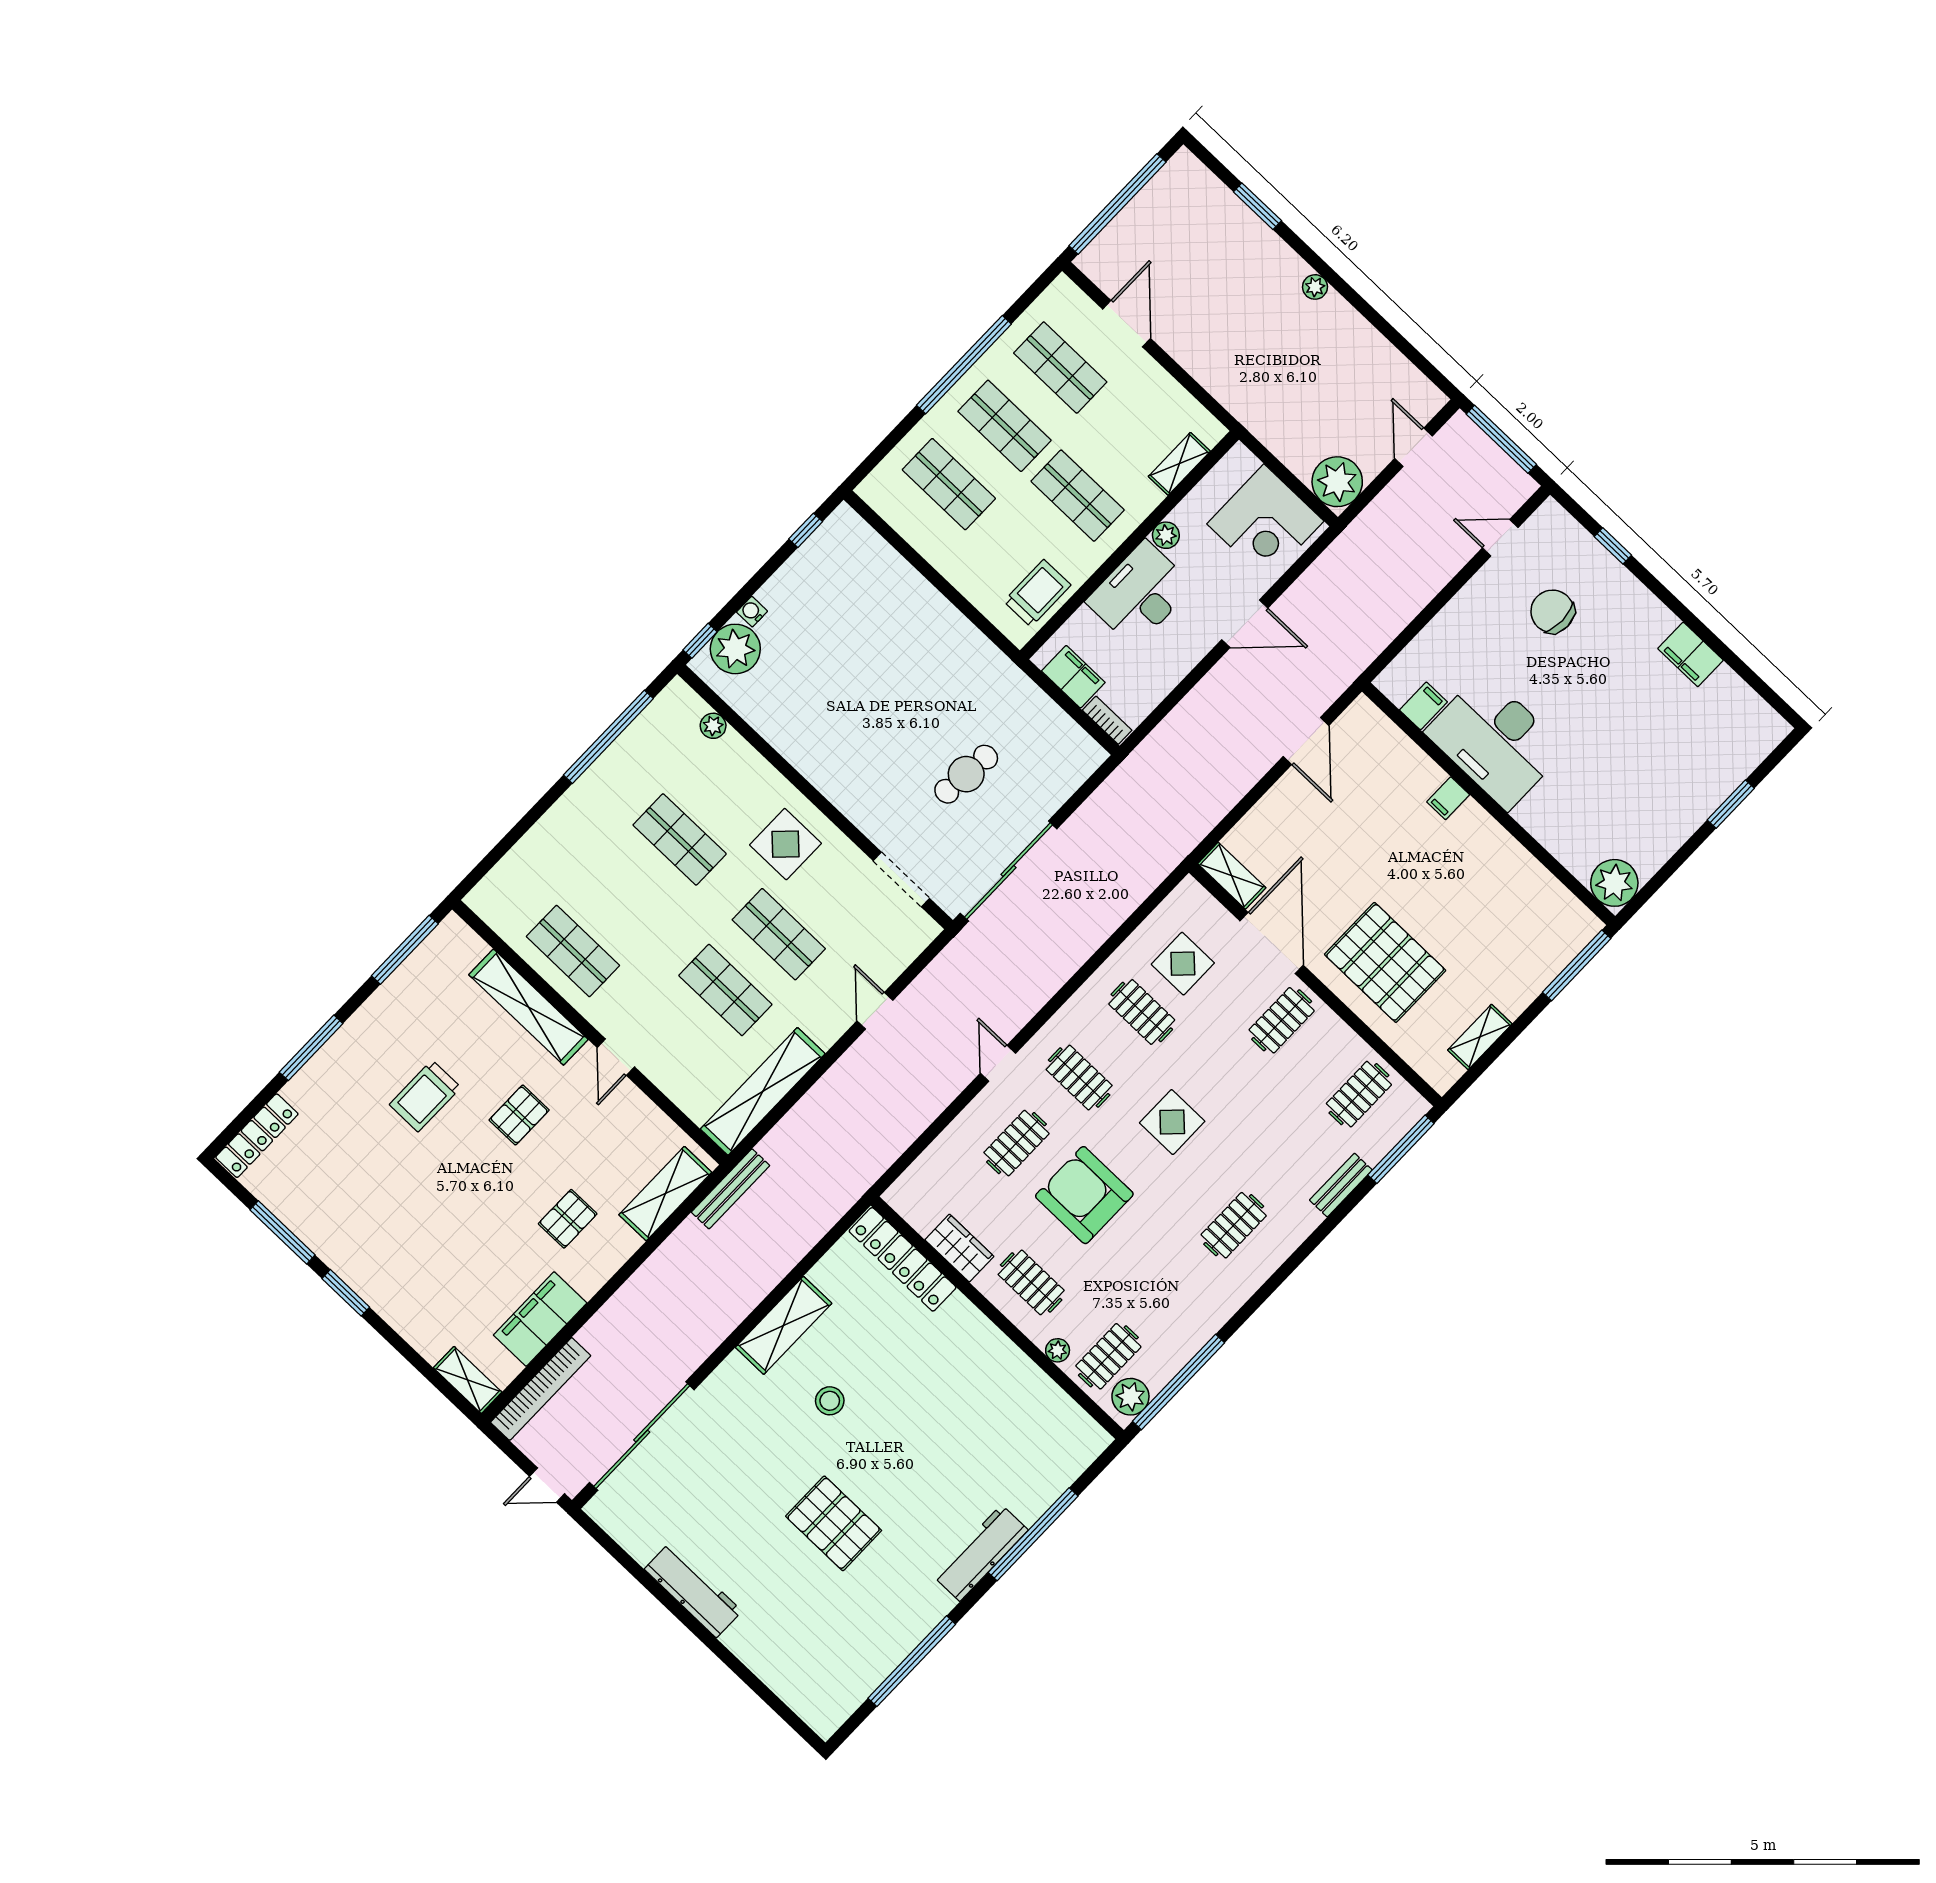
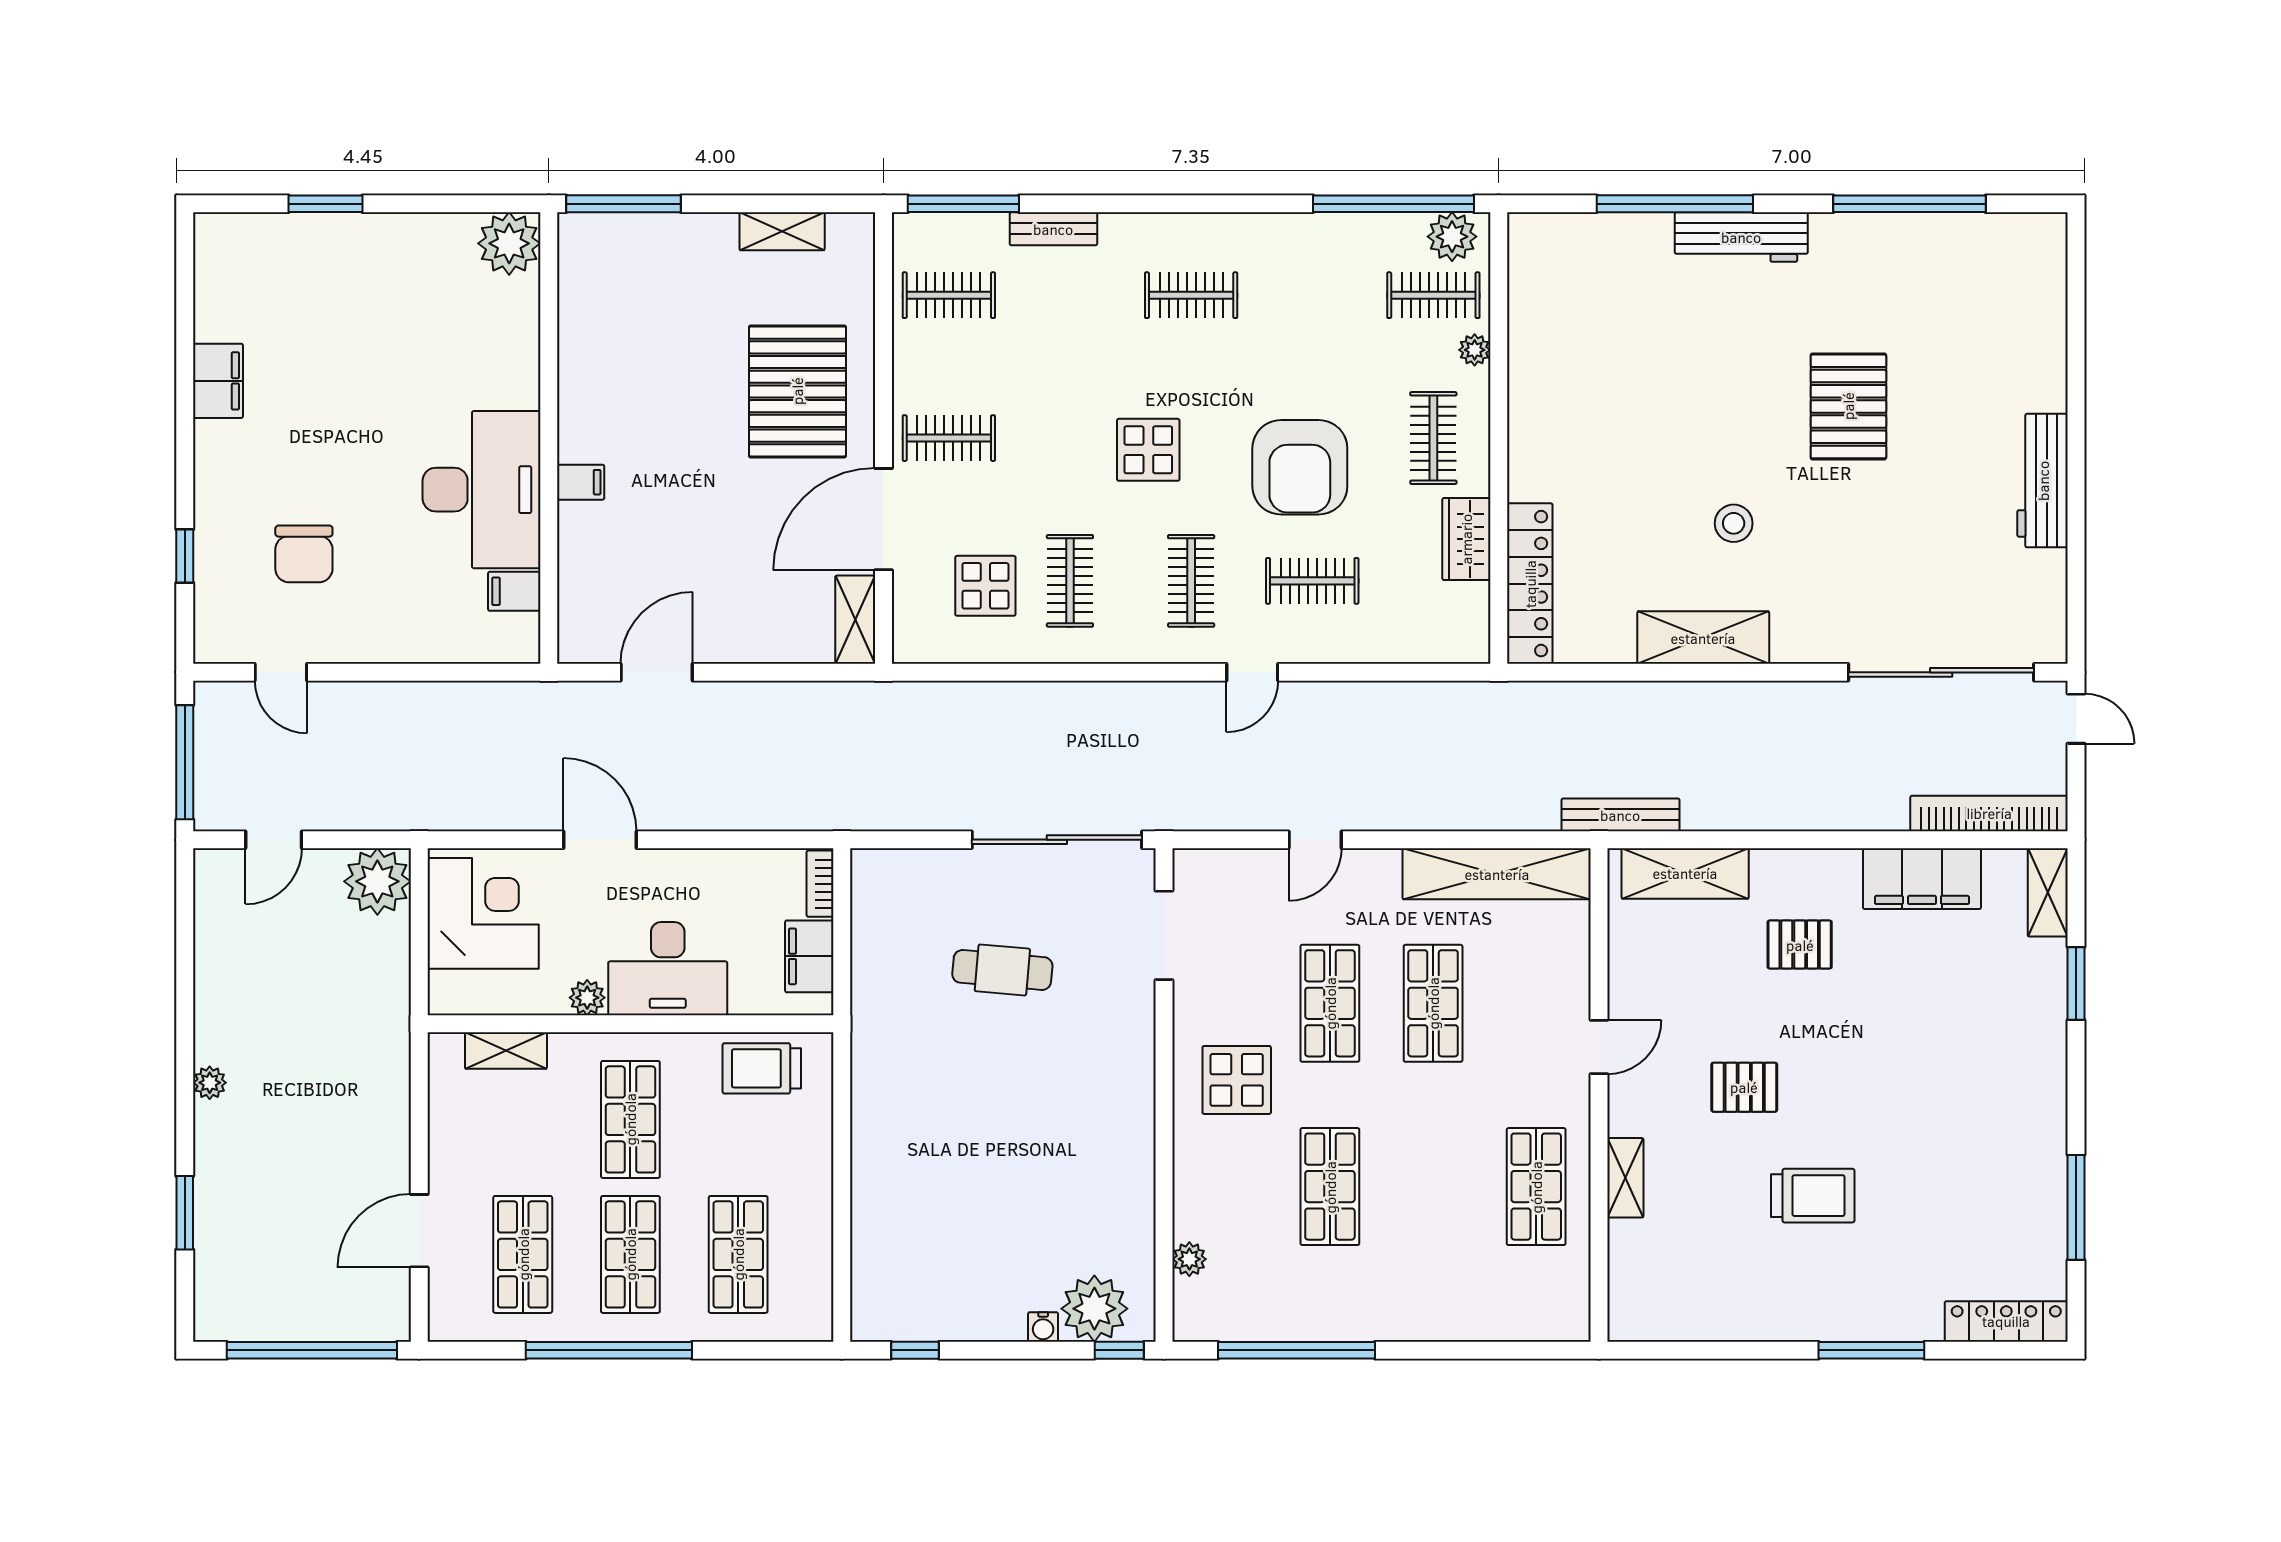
window: (405, 950) -> (1690, 1350), removed
shelving: (528, 1007) -> (1625, 1178), width x0.45, depth x0.75
window: (346, 1293) -> (2076, 983), moved

